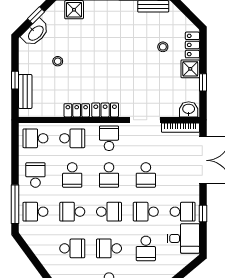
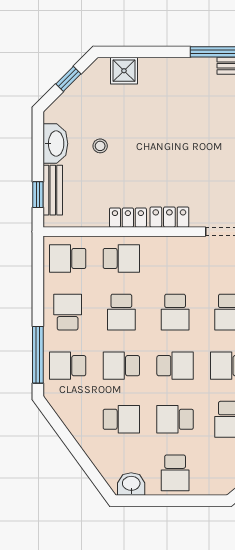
washbasin: (35, 33) -> (55, 144), moved, turned -45
window: (15, 80) -> (38, 195), moved
school desk: (109, 138) -> (175, 258), removed

